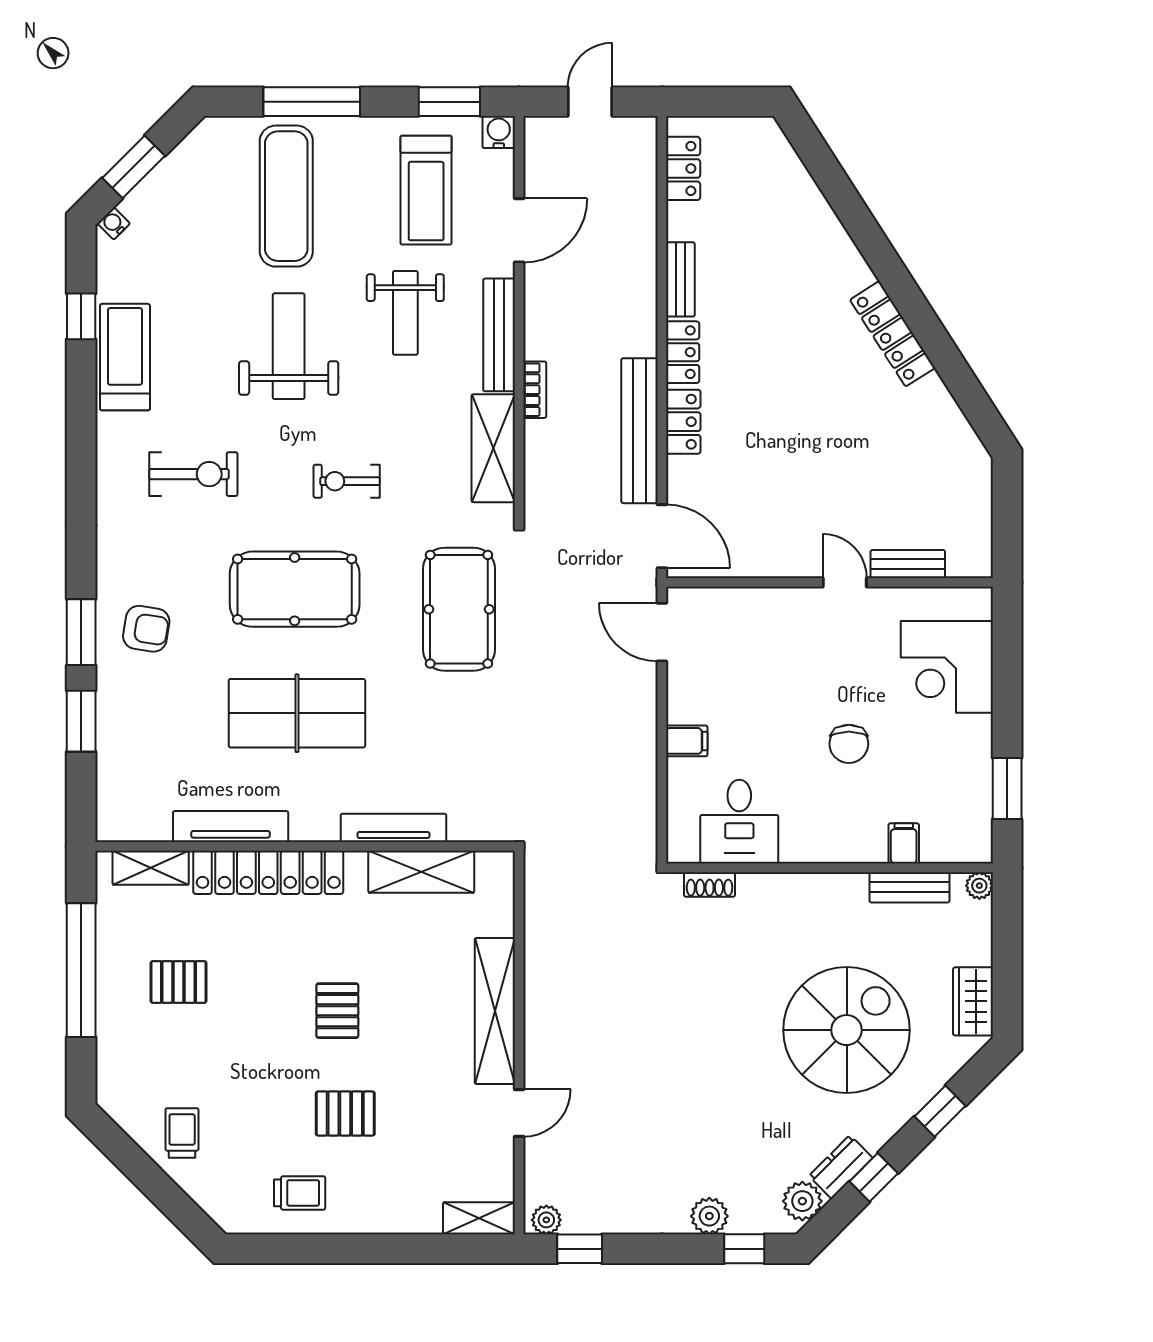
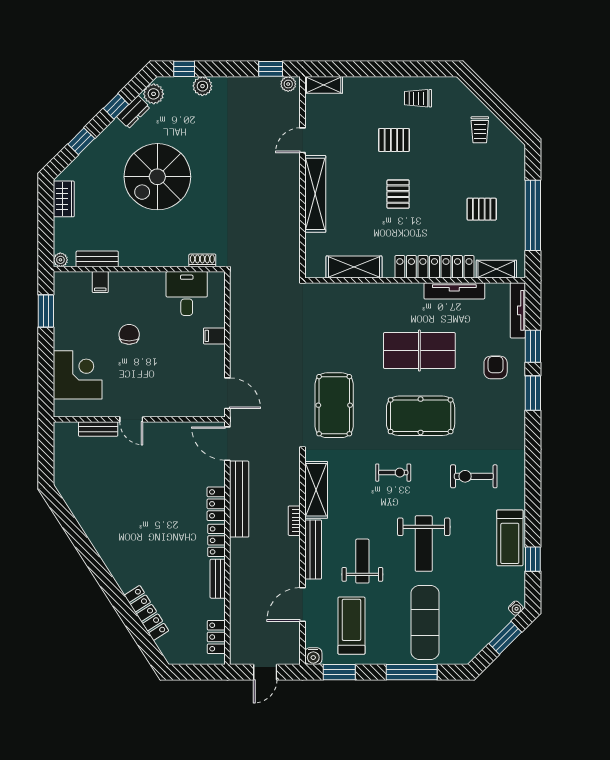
locker: (892, 334) -> (146, 613), moved
armchair: (146, 629) -> (496, 367), moved, turned 81
tv unit: (393, 828) -> (518, 310), moved, turned 90
spiral stairs: (847, 1030) -> (157, 177), moved

